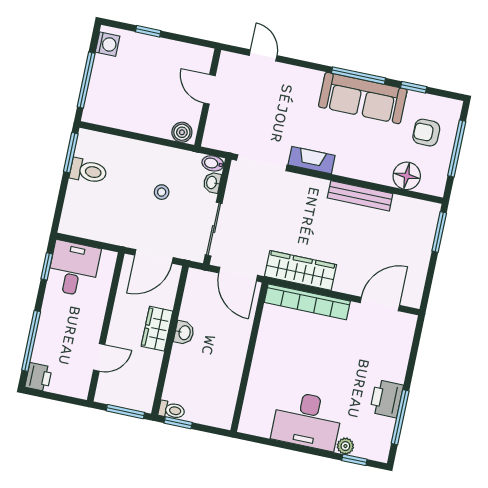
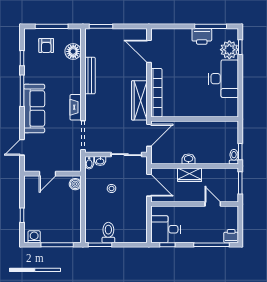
sofa: (363, 98) -> (34, 108), moved
plant: (345, 446) -> (229, 50), width x1.87, depth x1.87

